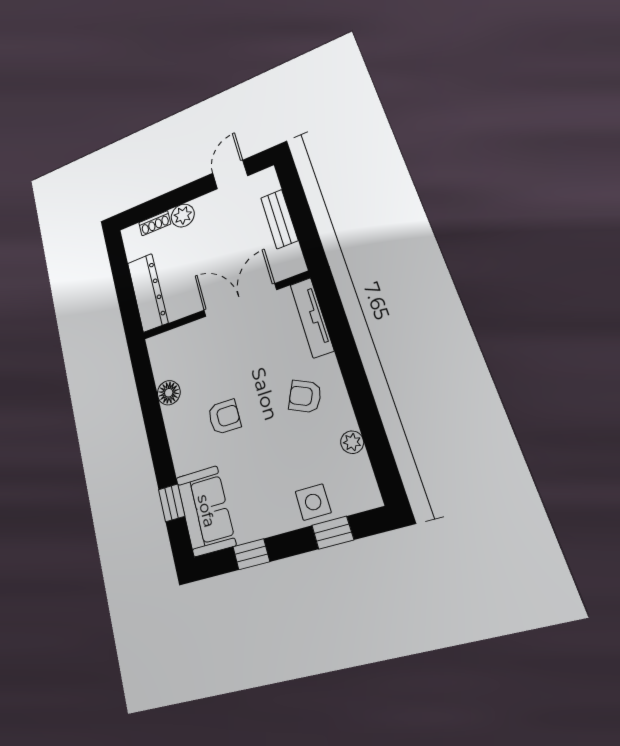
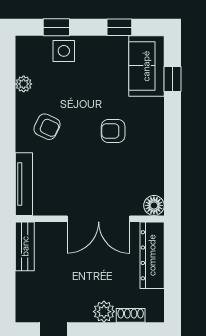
bench: (279, 219) -> (25, 246), moved
double door: (240, 300) -> (99, 219), moved
floor lamp: (169, 393) -> (154, 205), moved

